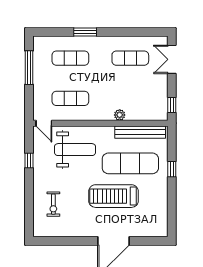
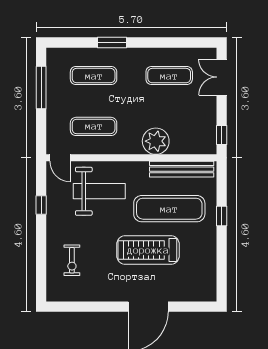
plant: (120, 115) -> (156, 141), width x1.88, depth x1.88

